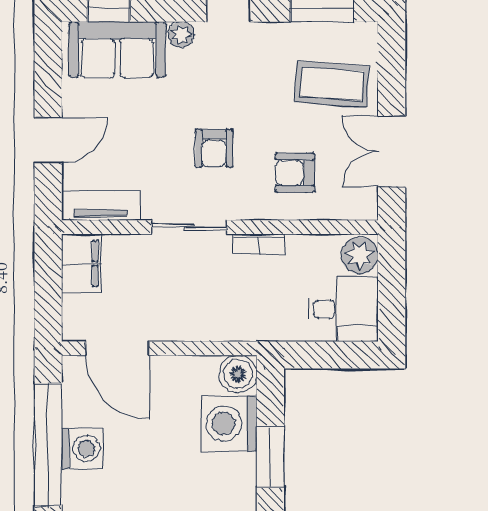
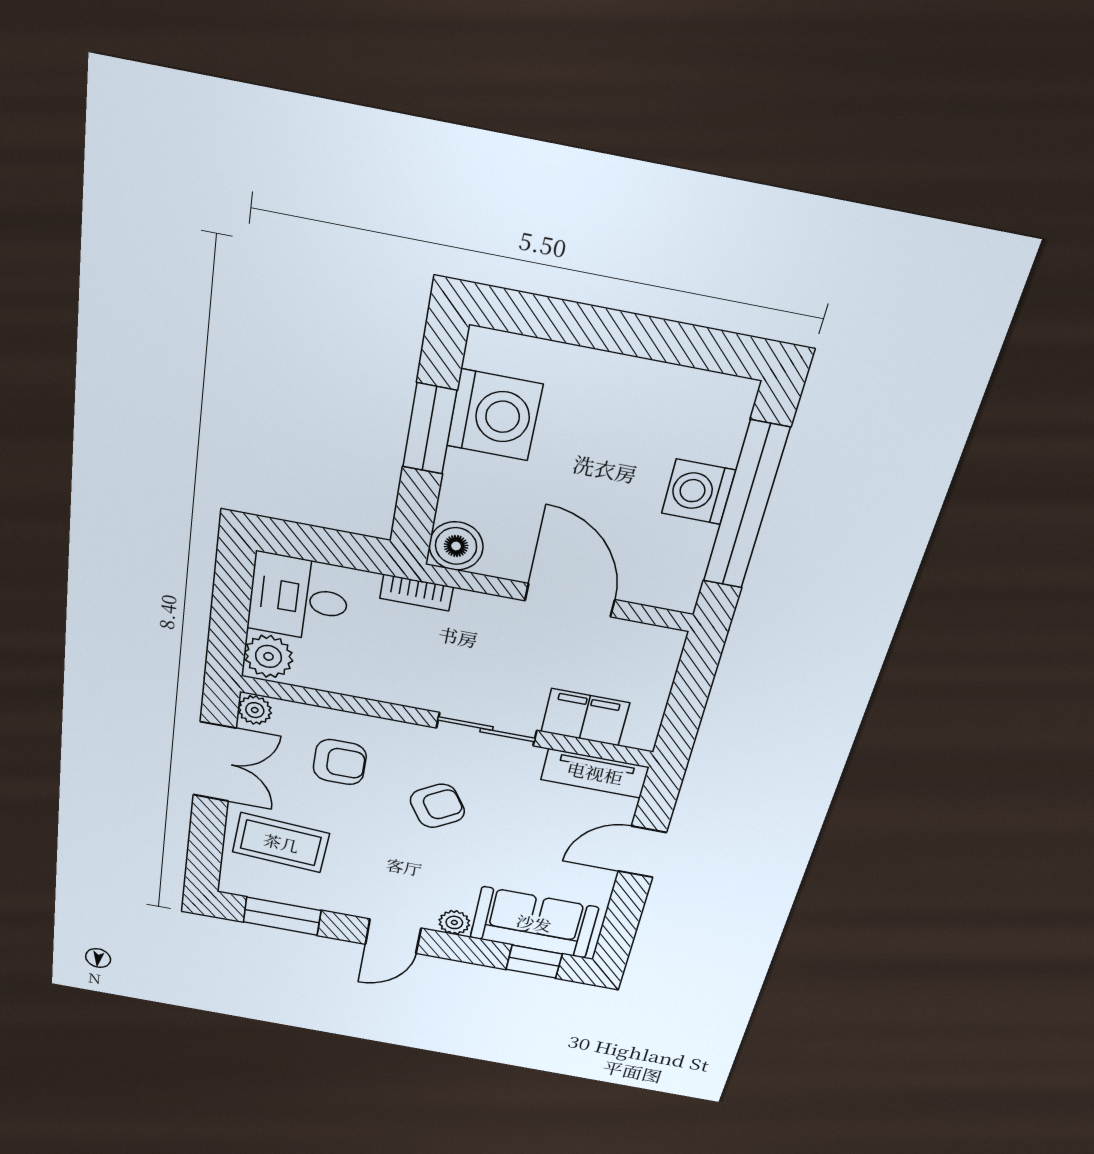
armchair: (214, 148) -> (437, 806), turned 58
plant: (365, 206) -> (255, 710), added
bookcase: (259, 244) -> (416, 593), moved, turned 180
filing cabinet: (81, 263) -> (585, 717), moved, turned 90
door: (117, 348) -> (570, 600), moved
washing machine: (229, 423) -> (494, 415), moved

